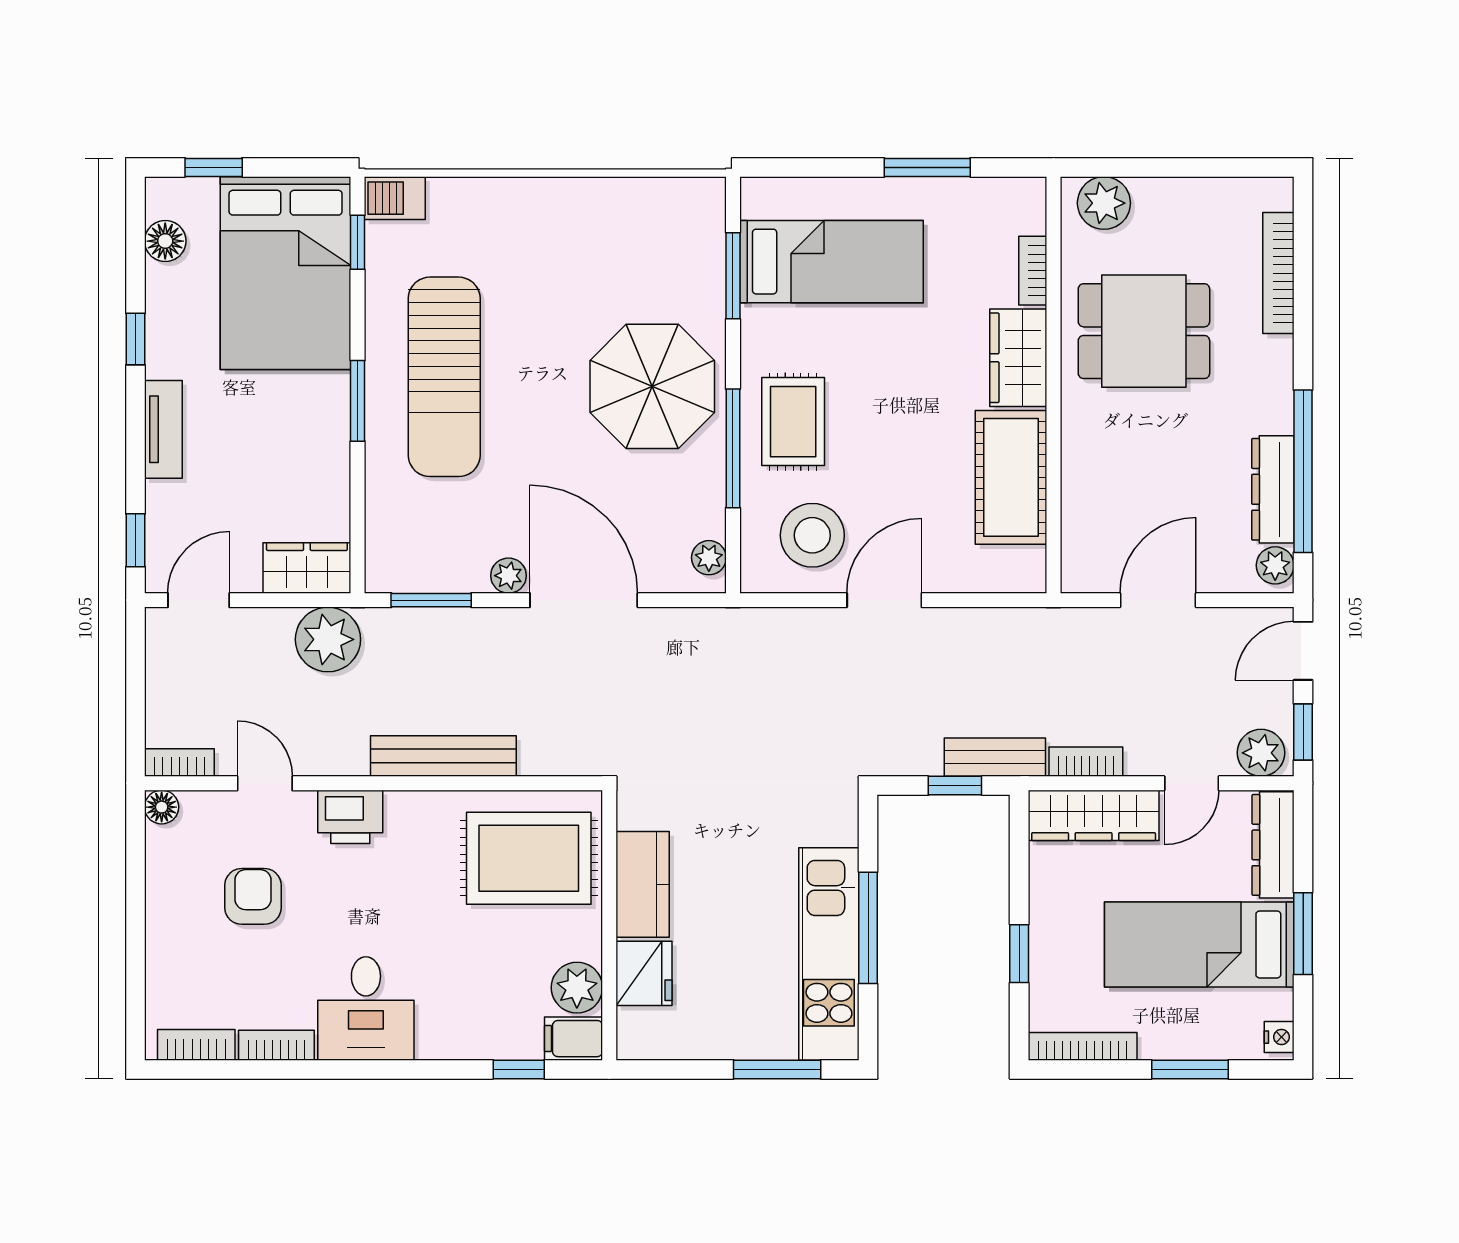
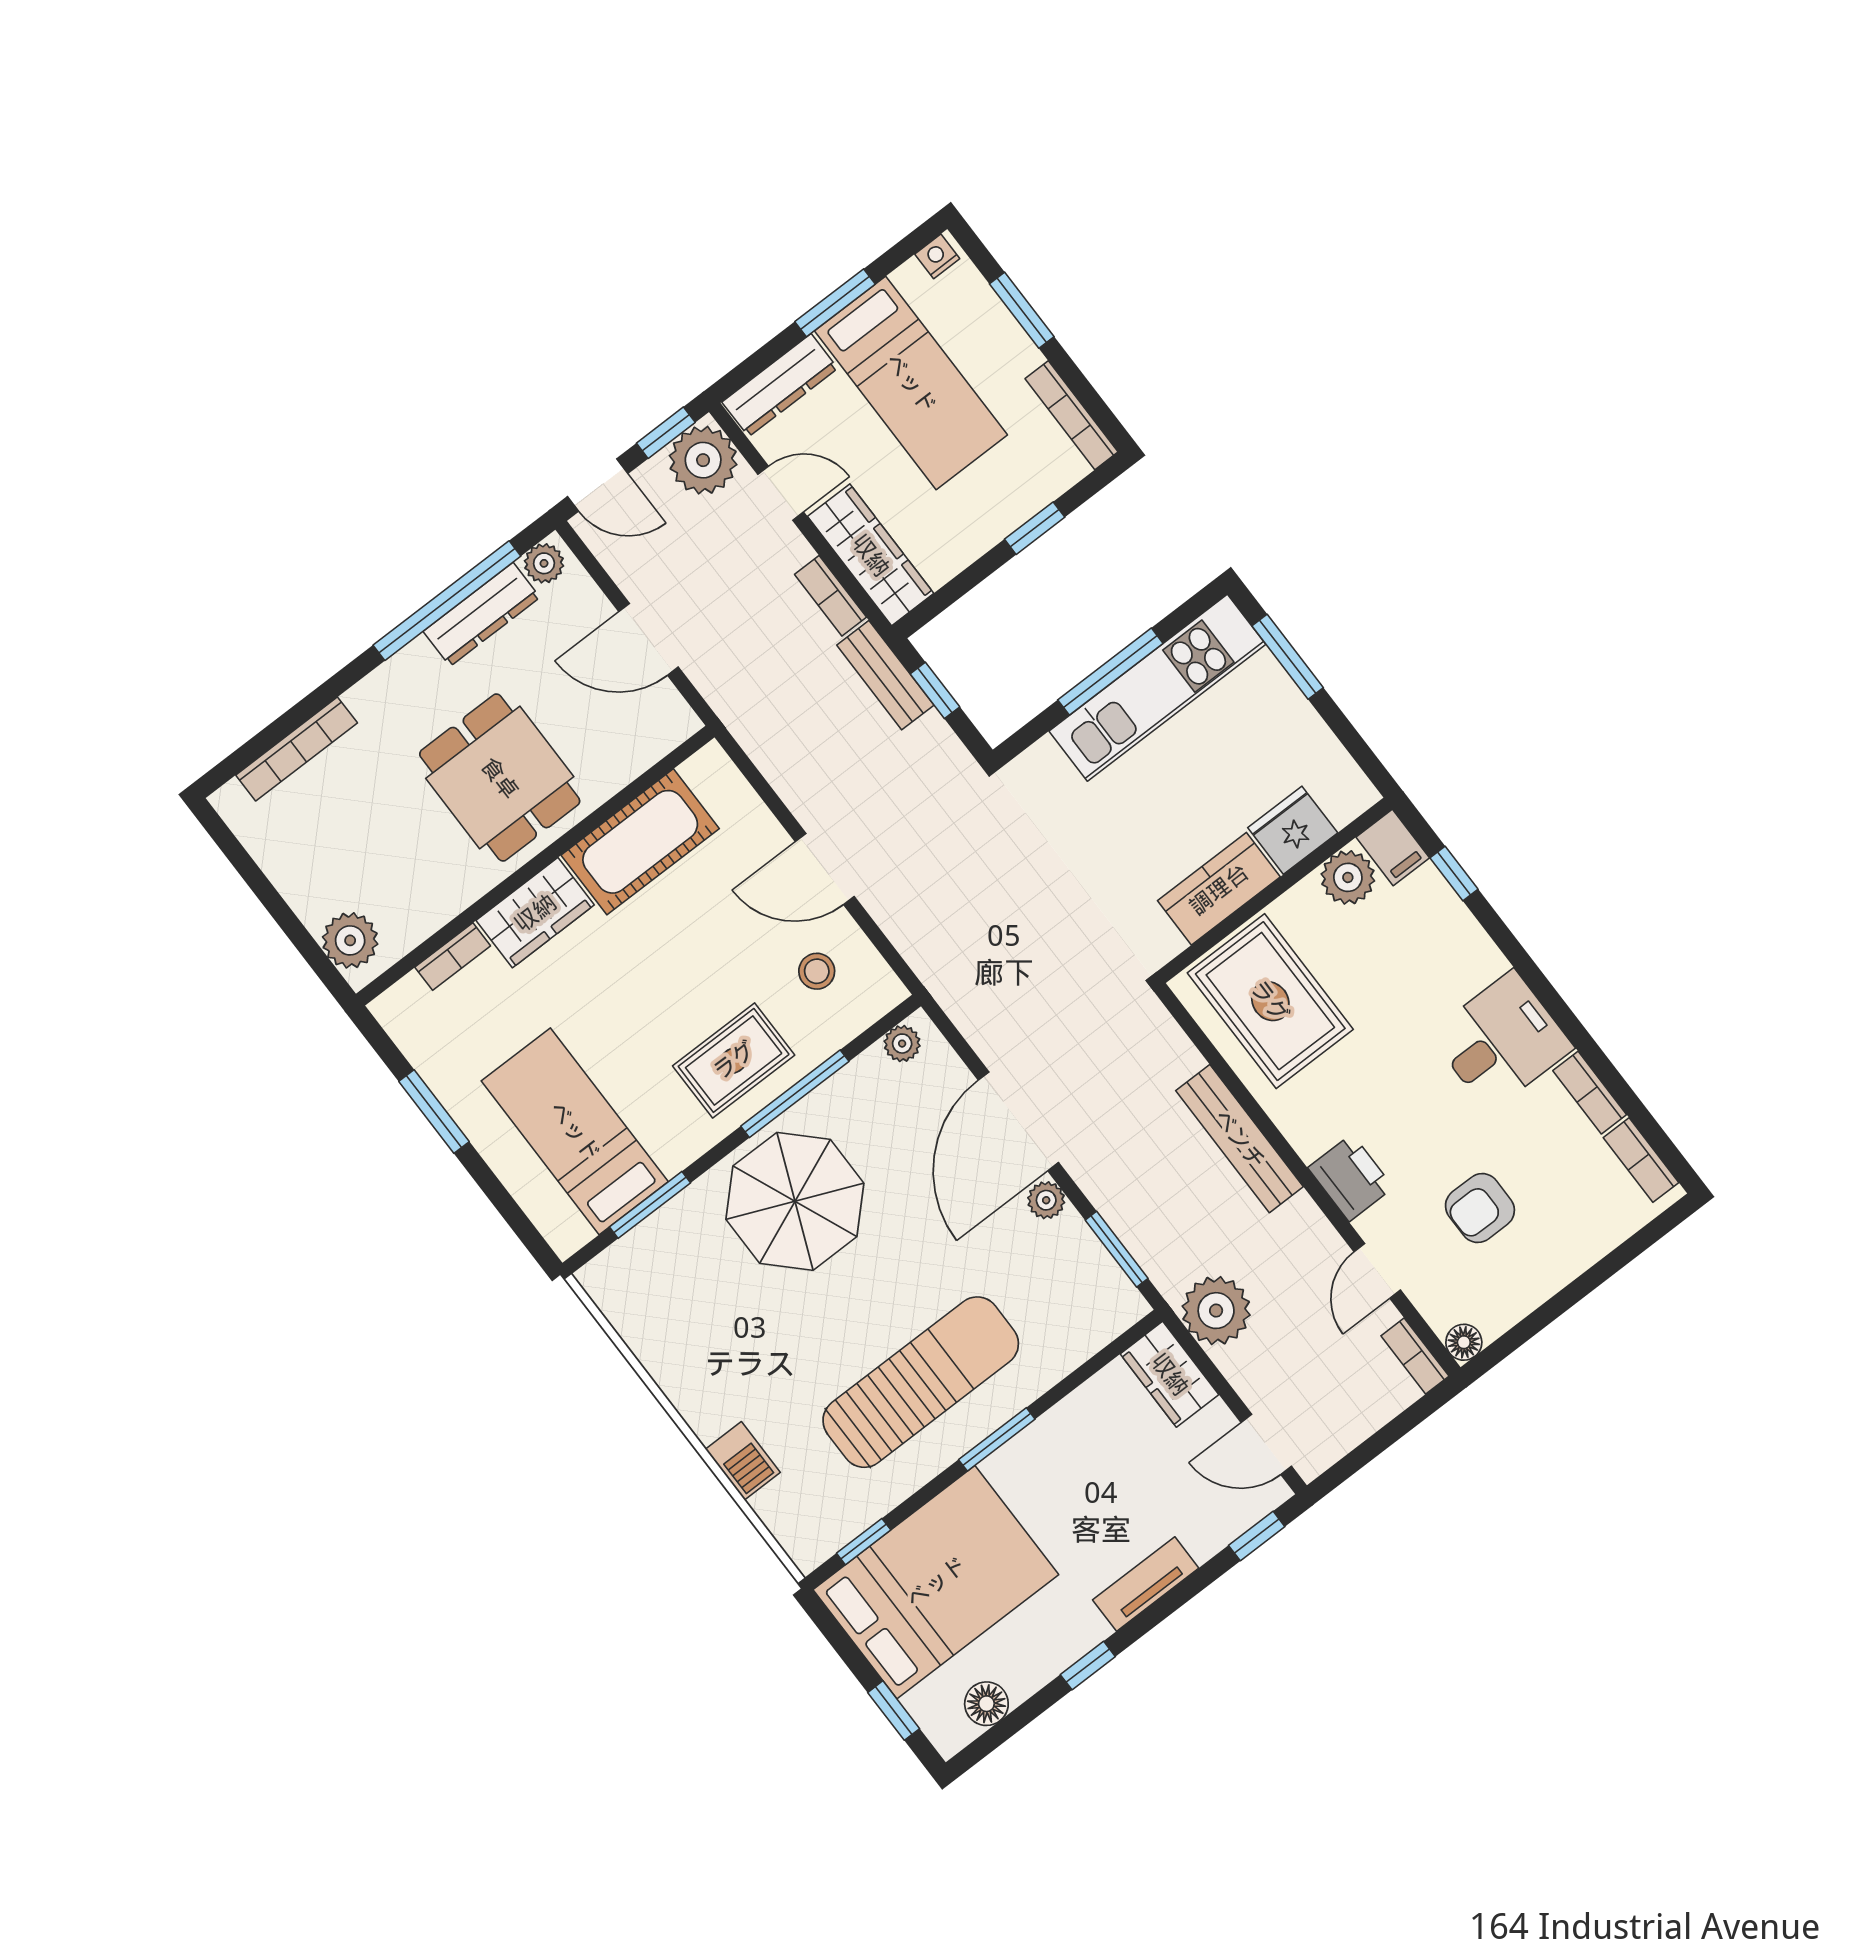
barbecue: (395, 198) -> (743, 1461), moved
dining table: (1144, 331) -> (500, 778), moved
stool: (812, 535) -> (817, 971), width x0.53, depth x0.53
plant: (1261, 753) -> (703, 460), width x1.36, depth x1.36

